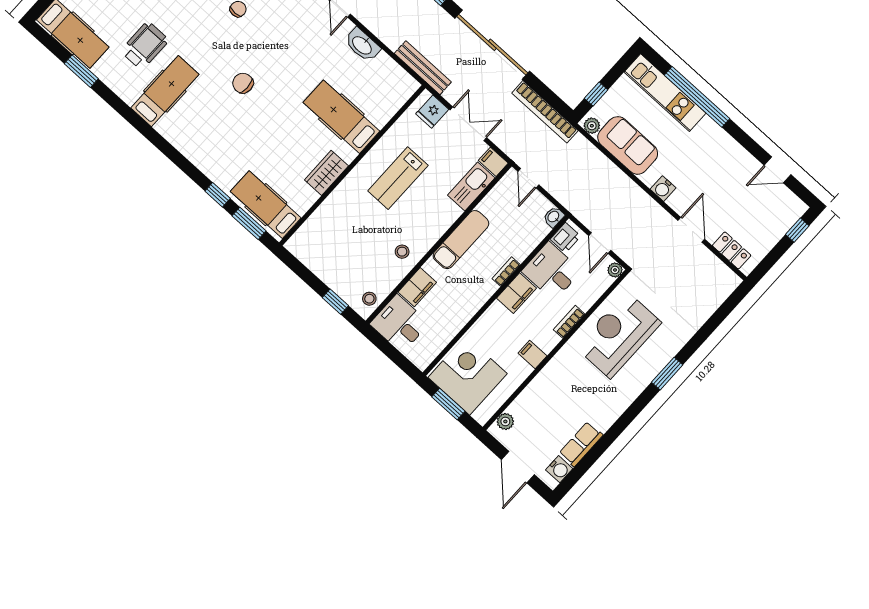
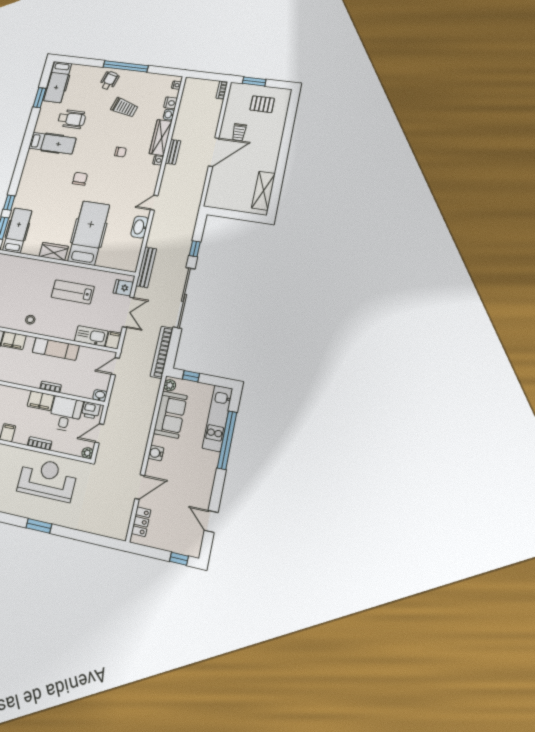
hospital bed: (341, 117) -> (89, 233), width x1.37, depth x1.29

